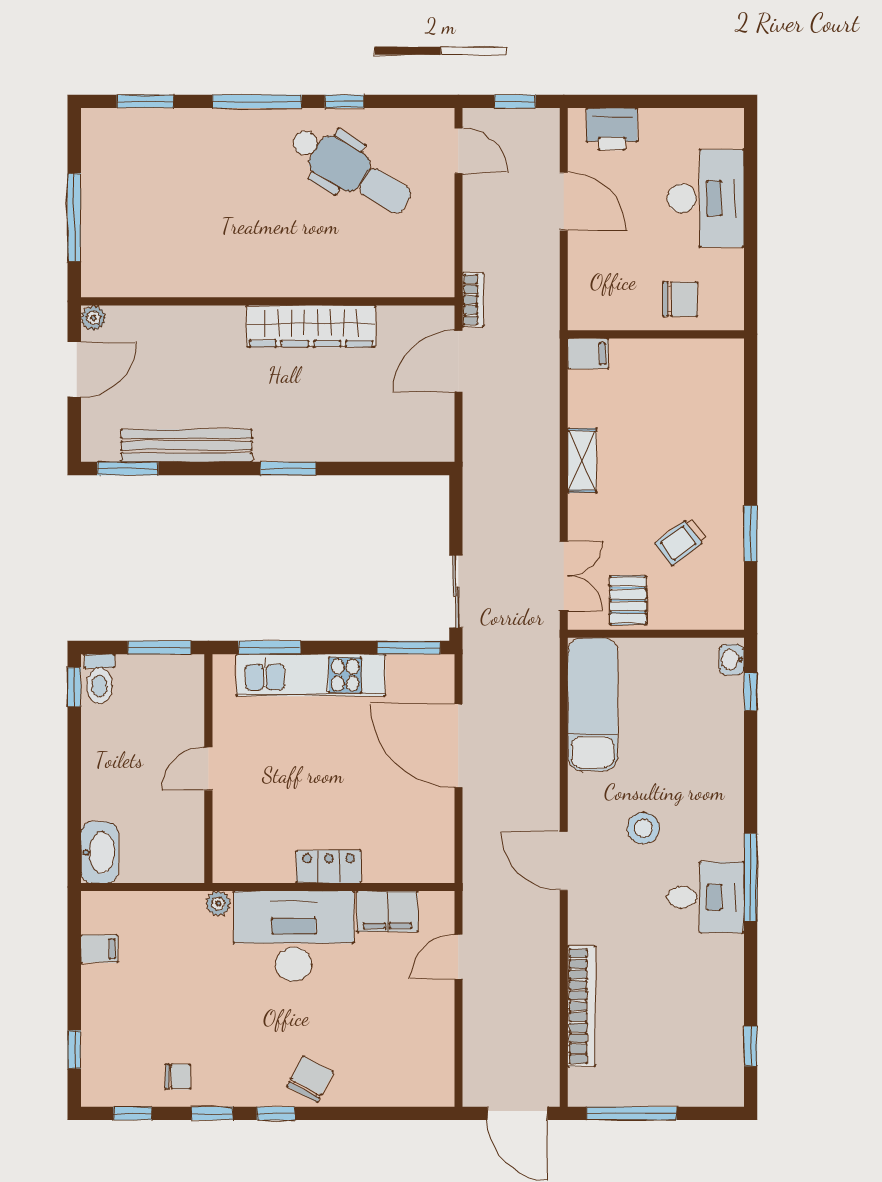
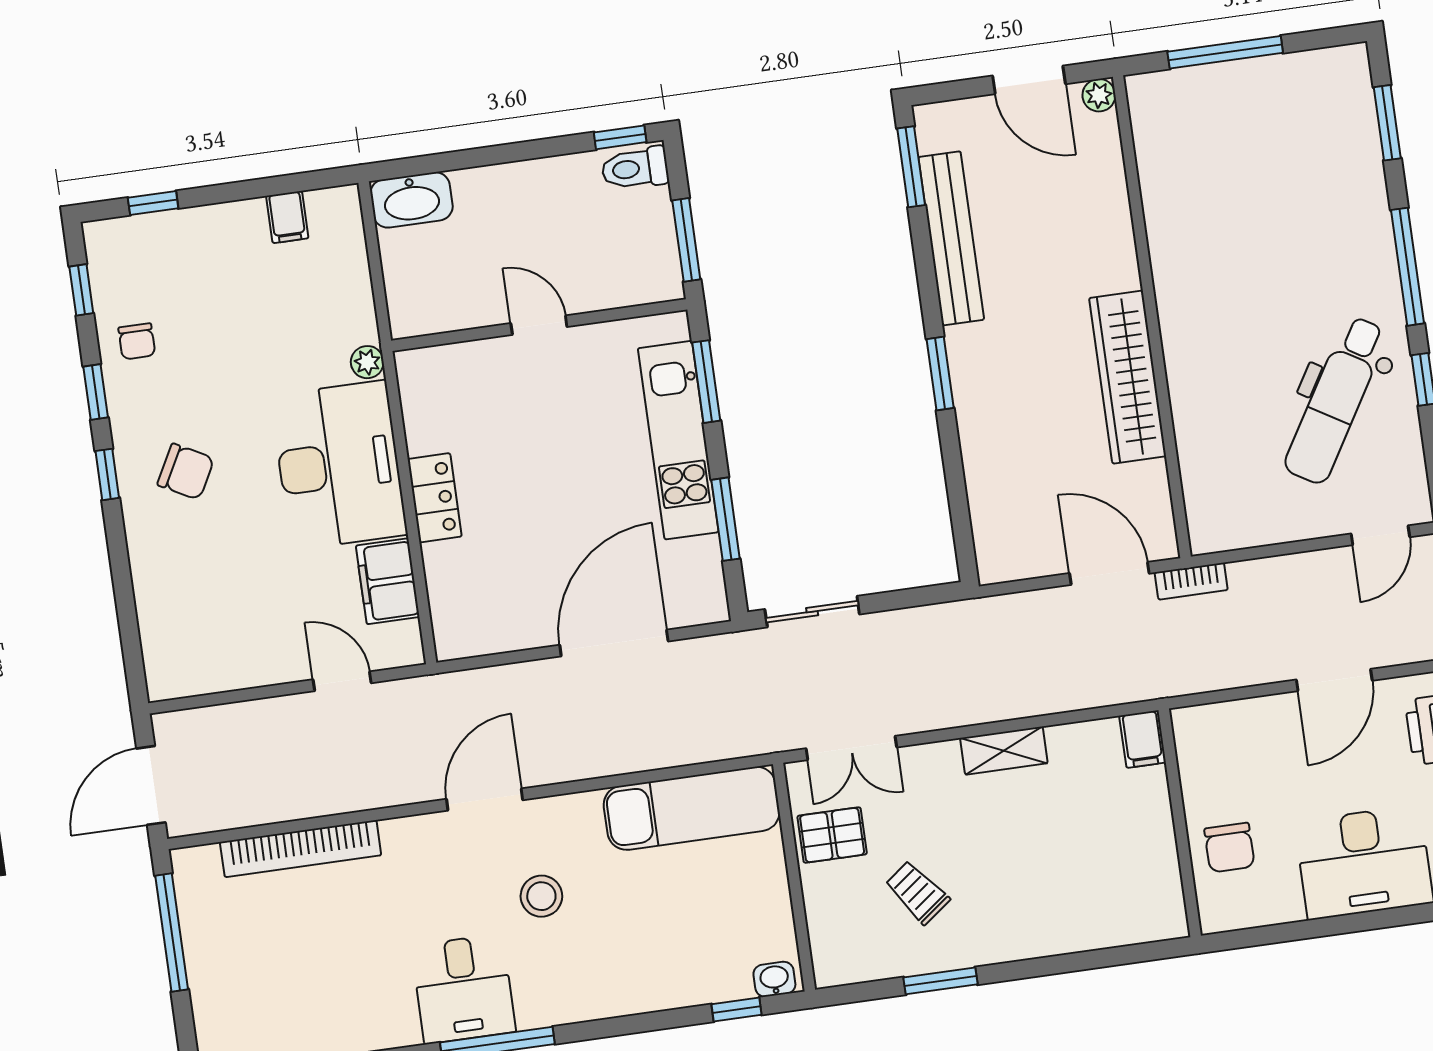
window: (409, 648) -> (726, 519), moved
chair: (310, 1079) -> (186, 472), moved

